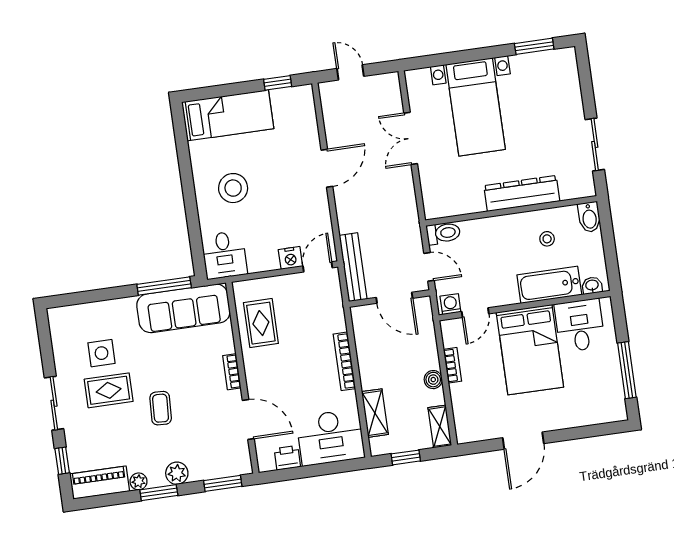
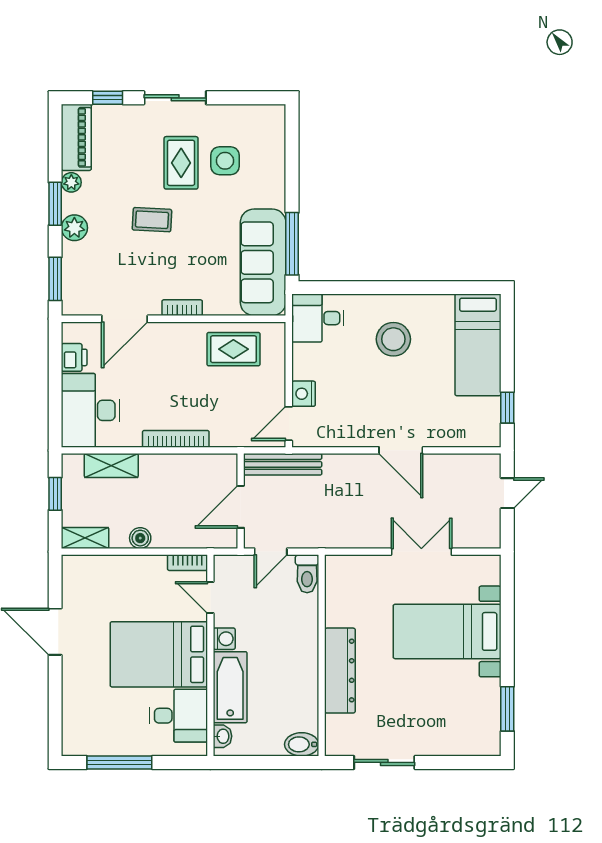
stool: (547, 239) -> (284, 692), removed
door: (318, 267) -> (289, 424), swing flipped
washing machine: (450, 304) -> (224, 639), moved
bookcase: (452, 365) -> (187, 563), moved

